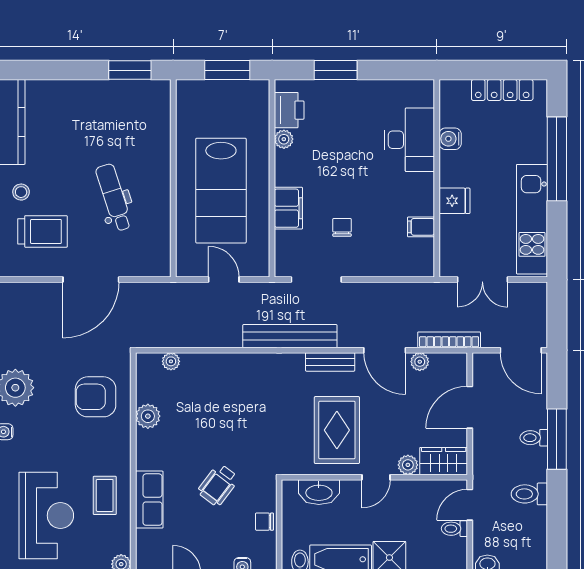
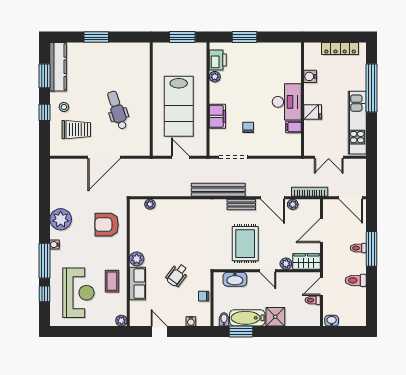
window: (130, 70) -> (96, 37), moved
desk: (409, 140) -> (287, 102), moved
plant: (148, 416) -> (137, 259), moved
door: (376, 477) -> (268, 271), hinge flipped

